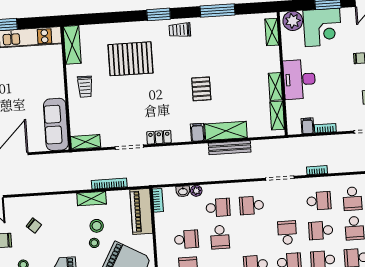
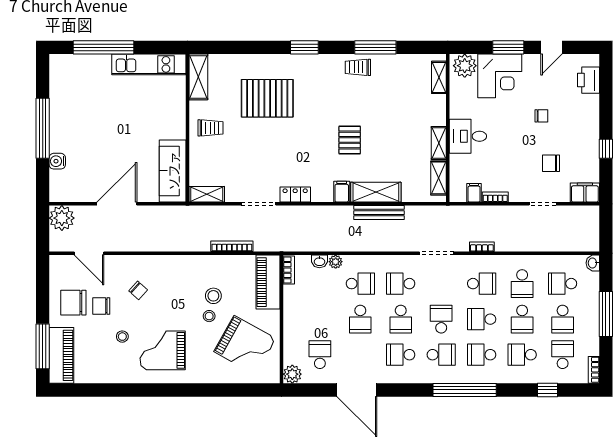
trolley: (180, 30) -> (358, 67), moved
desk: (299, 79) -> (468, 136), width x0.73
trolley: (85, 87) -> (211, 128), turned -90
shelving: (92, 199) -> (209, 263), removed
school desk: (186, 239) -> (401, 319), moved, turned 90

